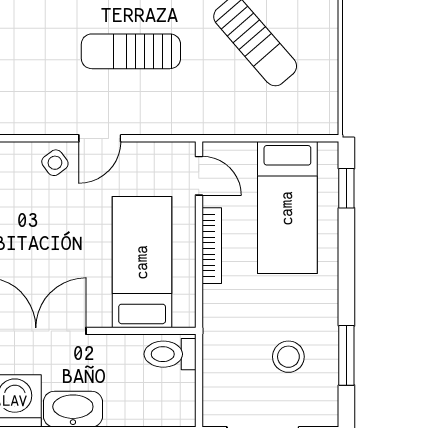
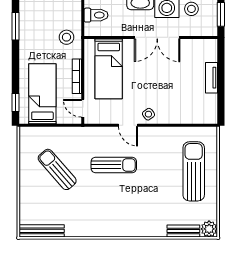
door: (100, 138) -> (128, 125), swing flipped
toilet: (170, 354) -> (96, 15), moved
stool: (288, 357) -> (66, 37), moved

